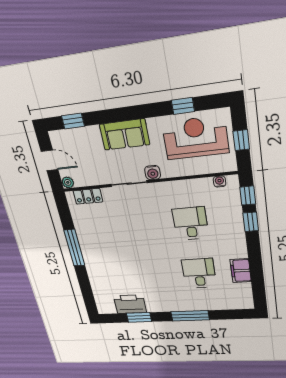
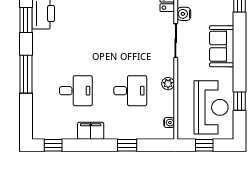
water cooler: (153, 173) -> (184, 14), moved
plant: (176, 187) -> (168, 84), added
window: (248, 196) -> (53, 145), moved
filing cabinet: (241, 271) -> (91, 131), moved

